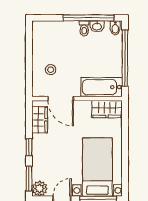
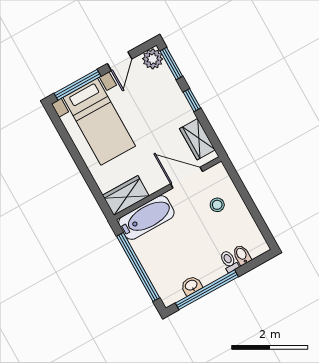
toilet: (84, 28) -> (229, 261), moved
bidet: (115, 28) -> (242, 255), moved

